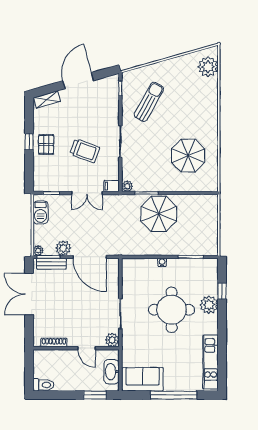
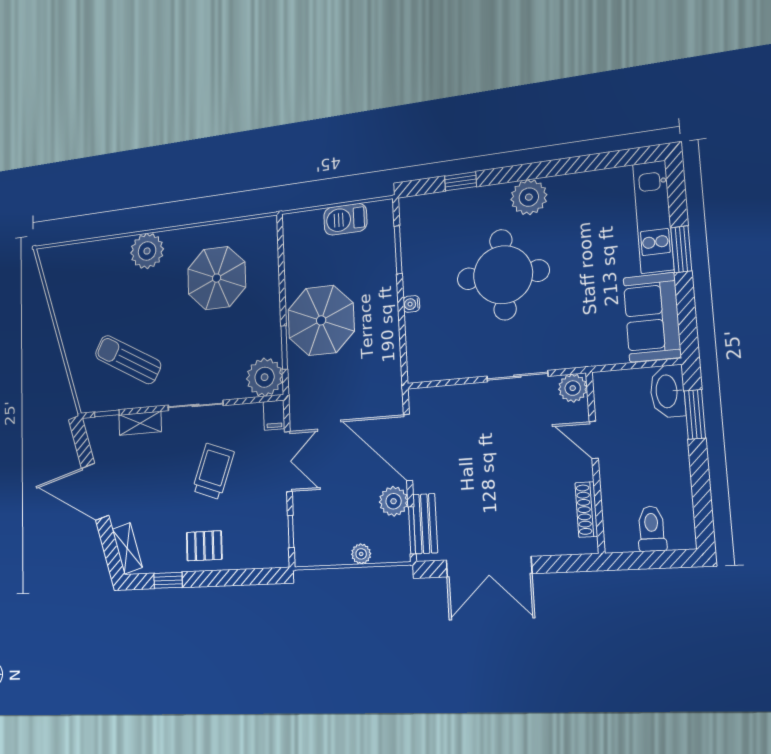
plant: (208, 67) -> (147, 251), moved
shelving: (113, 109) -> (140, 423), added
window: (29, 142) -> (168, 580), moved
plant: (127, 186) -> (265, 377), width x1.87, depth x1.87
barbecue: (41, 212) -> (345, 219), moved, turned 180
plant: (38, 250) -> (361, 554), moved
door: (90, 257) -> (408, 447), swing flipped
plant: (209, 305) -> (529, 197), moved
door: (87, 348) -> (594, 440), swing flipped
kitchen unit: (211, 362) -> (653, 217), moved, turned 90
washbasin: (112, 372) -> (668, 391), moved, turned 90
toilet: (43, 385) -> (652, 529), moved
window: (174, 395) -> (681, 249), width x0.47

